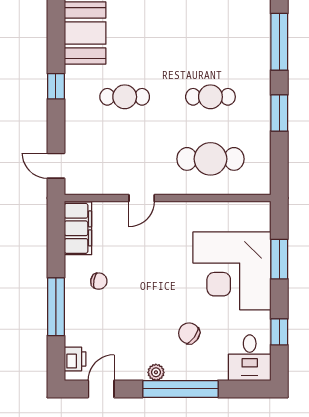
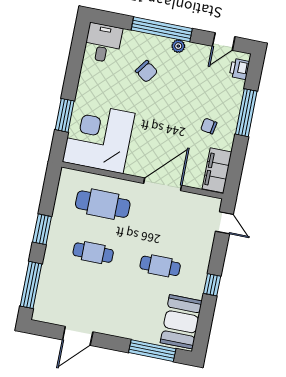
door: (142, 198) -> (163, 184), width x1.88
corner desk: (232, 271) -> (99, 137), moved, turned -90
window: (279, 332) -> (76, 59), removed

